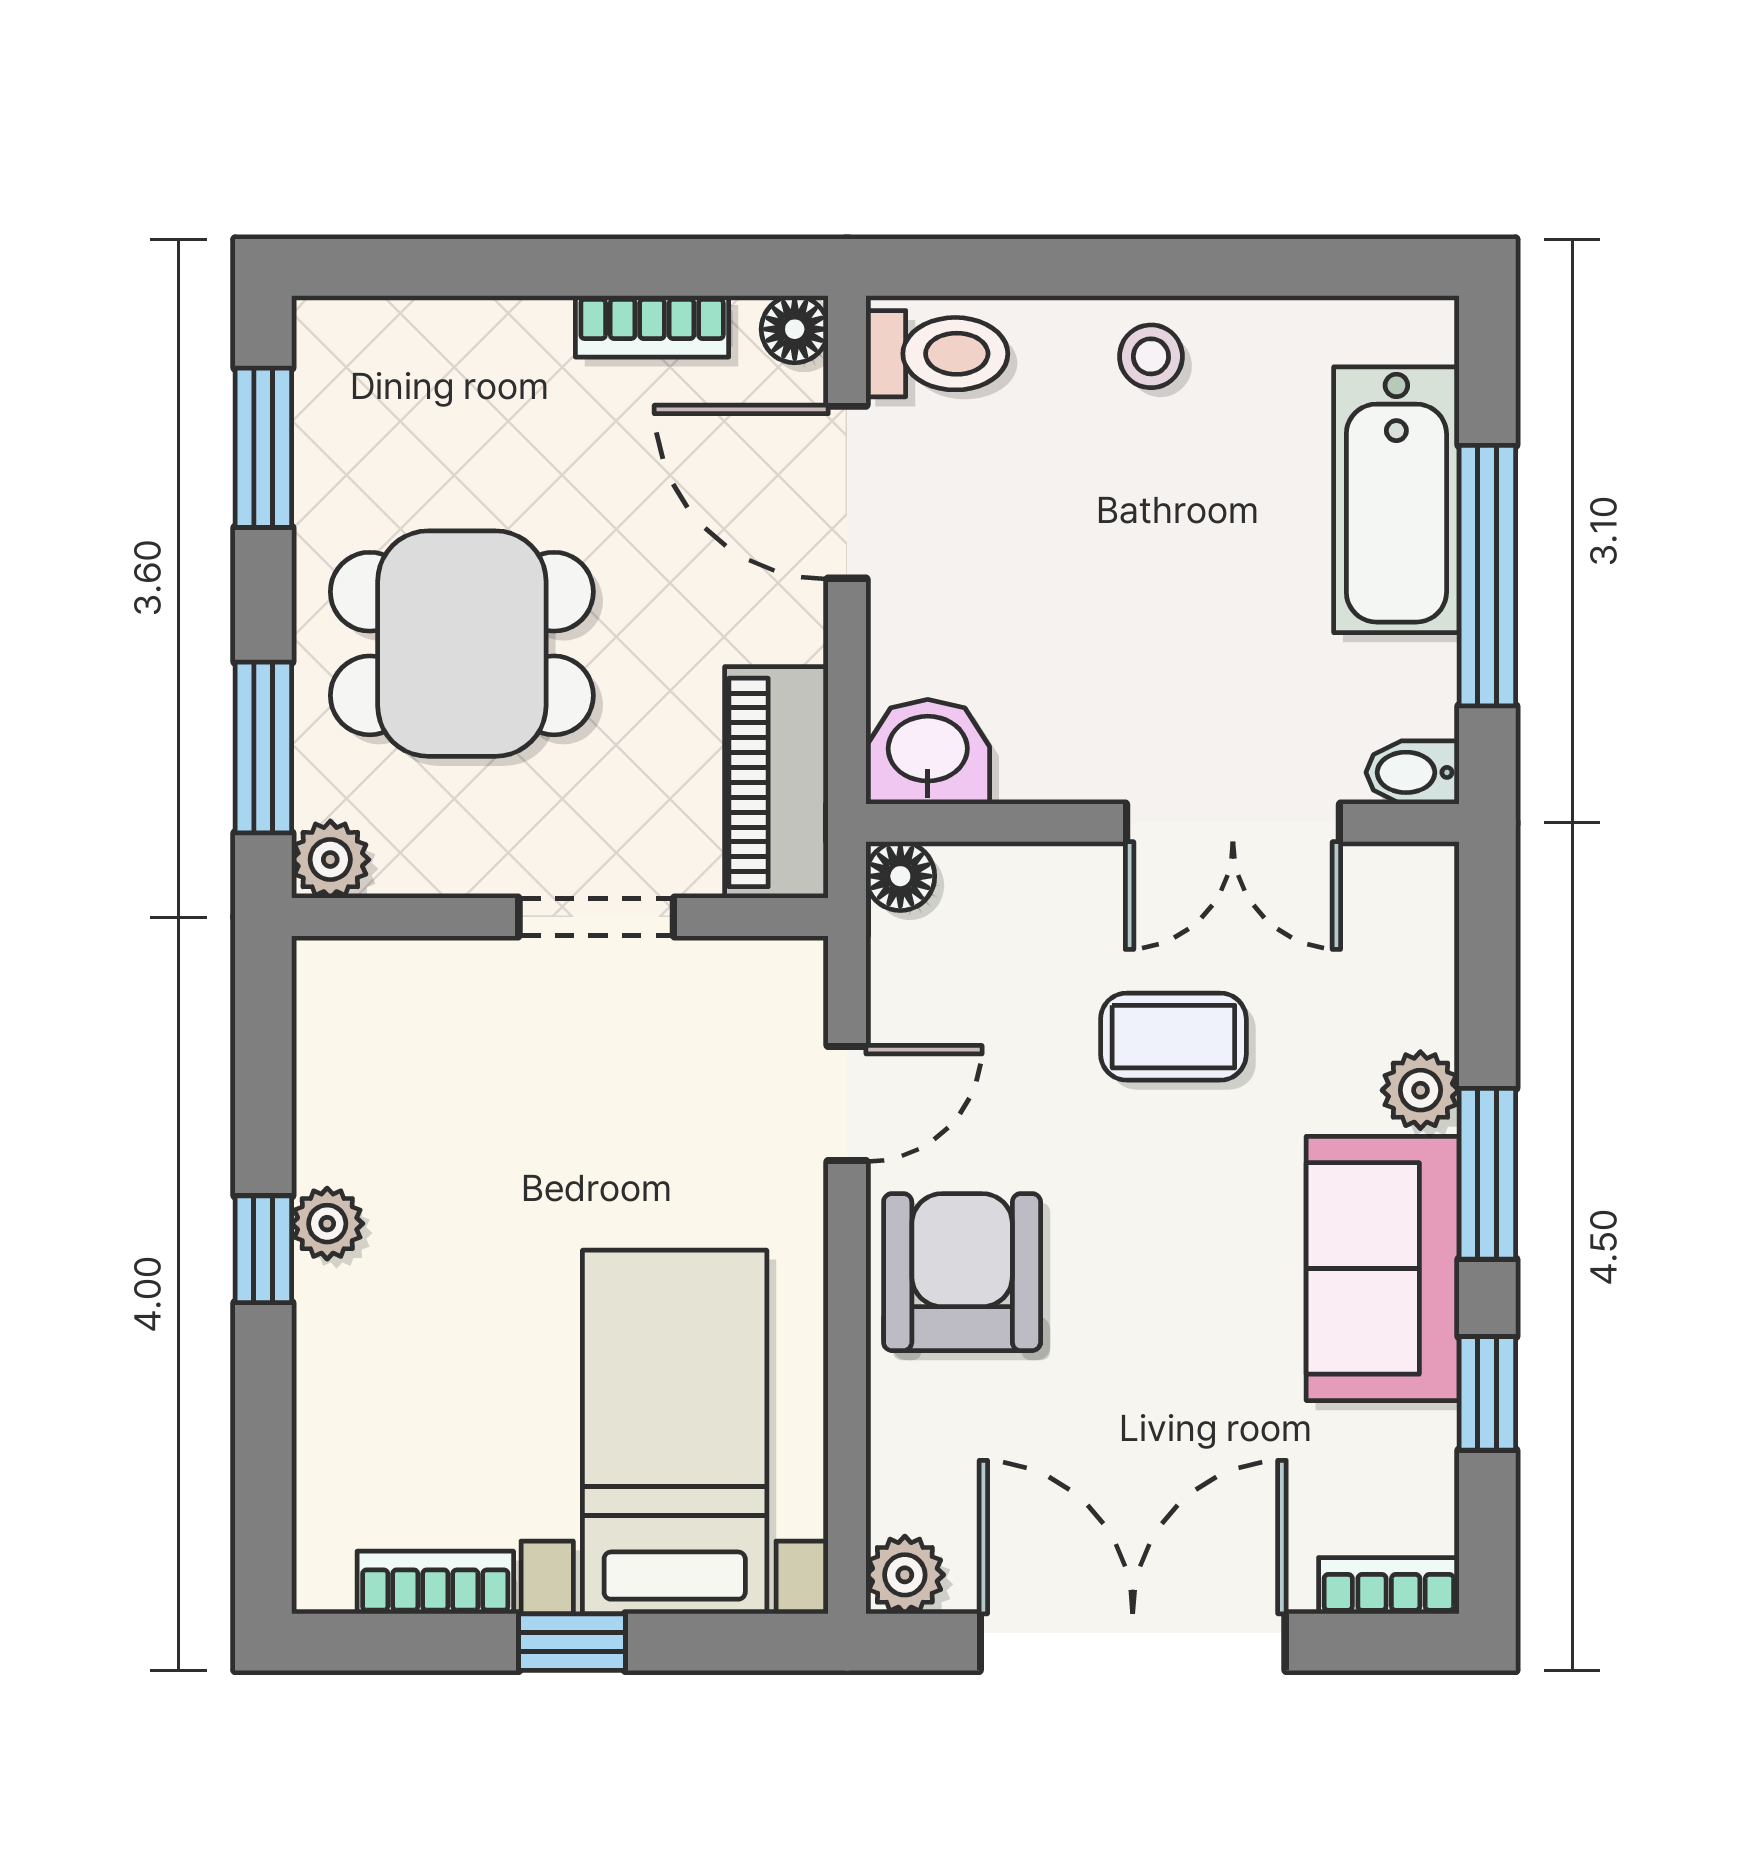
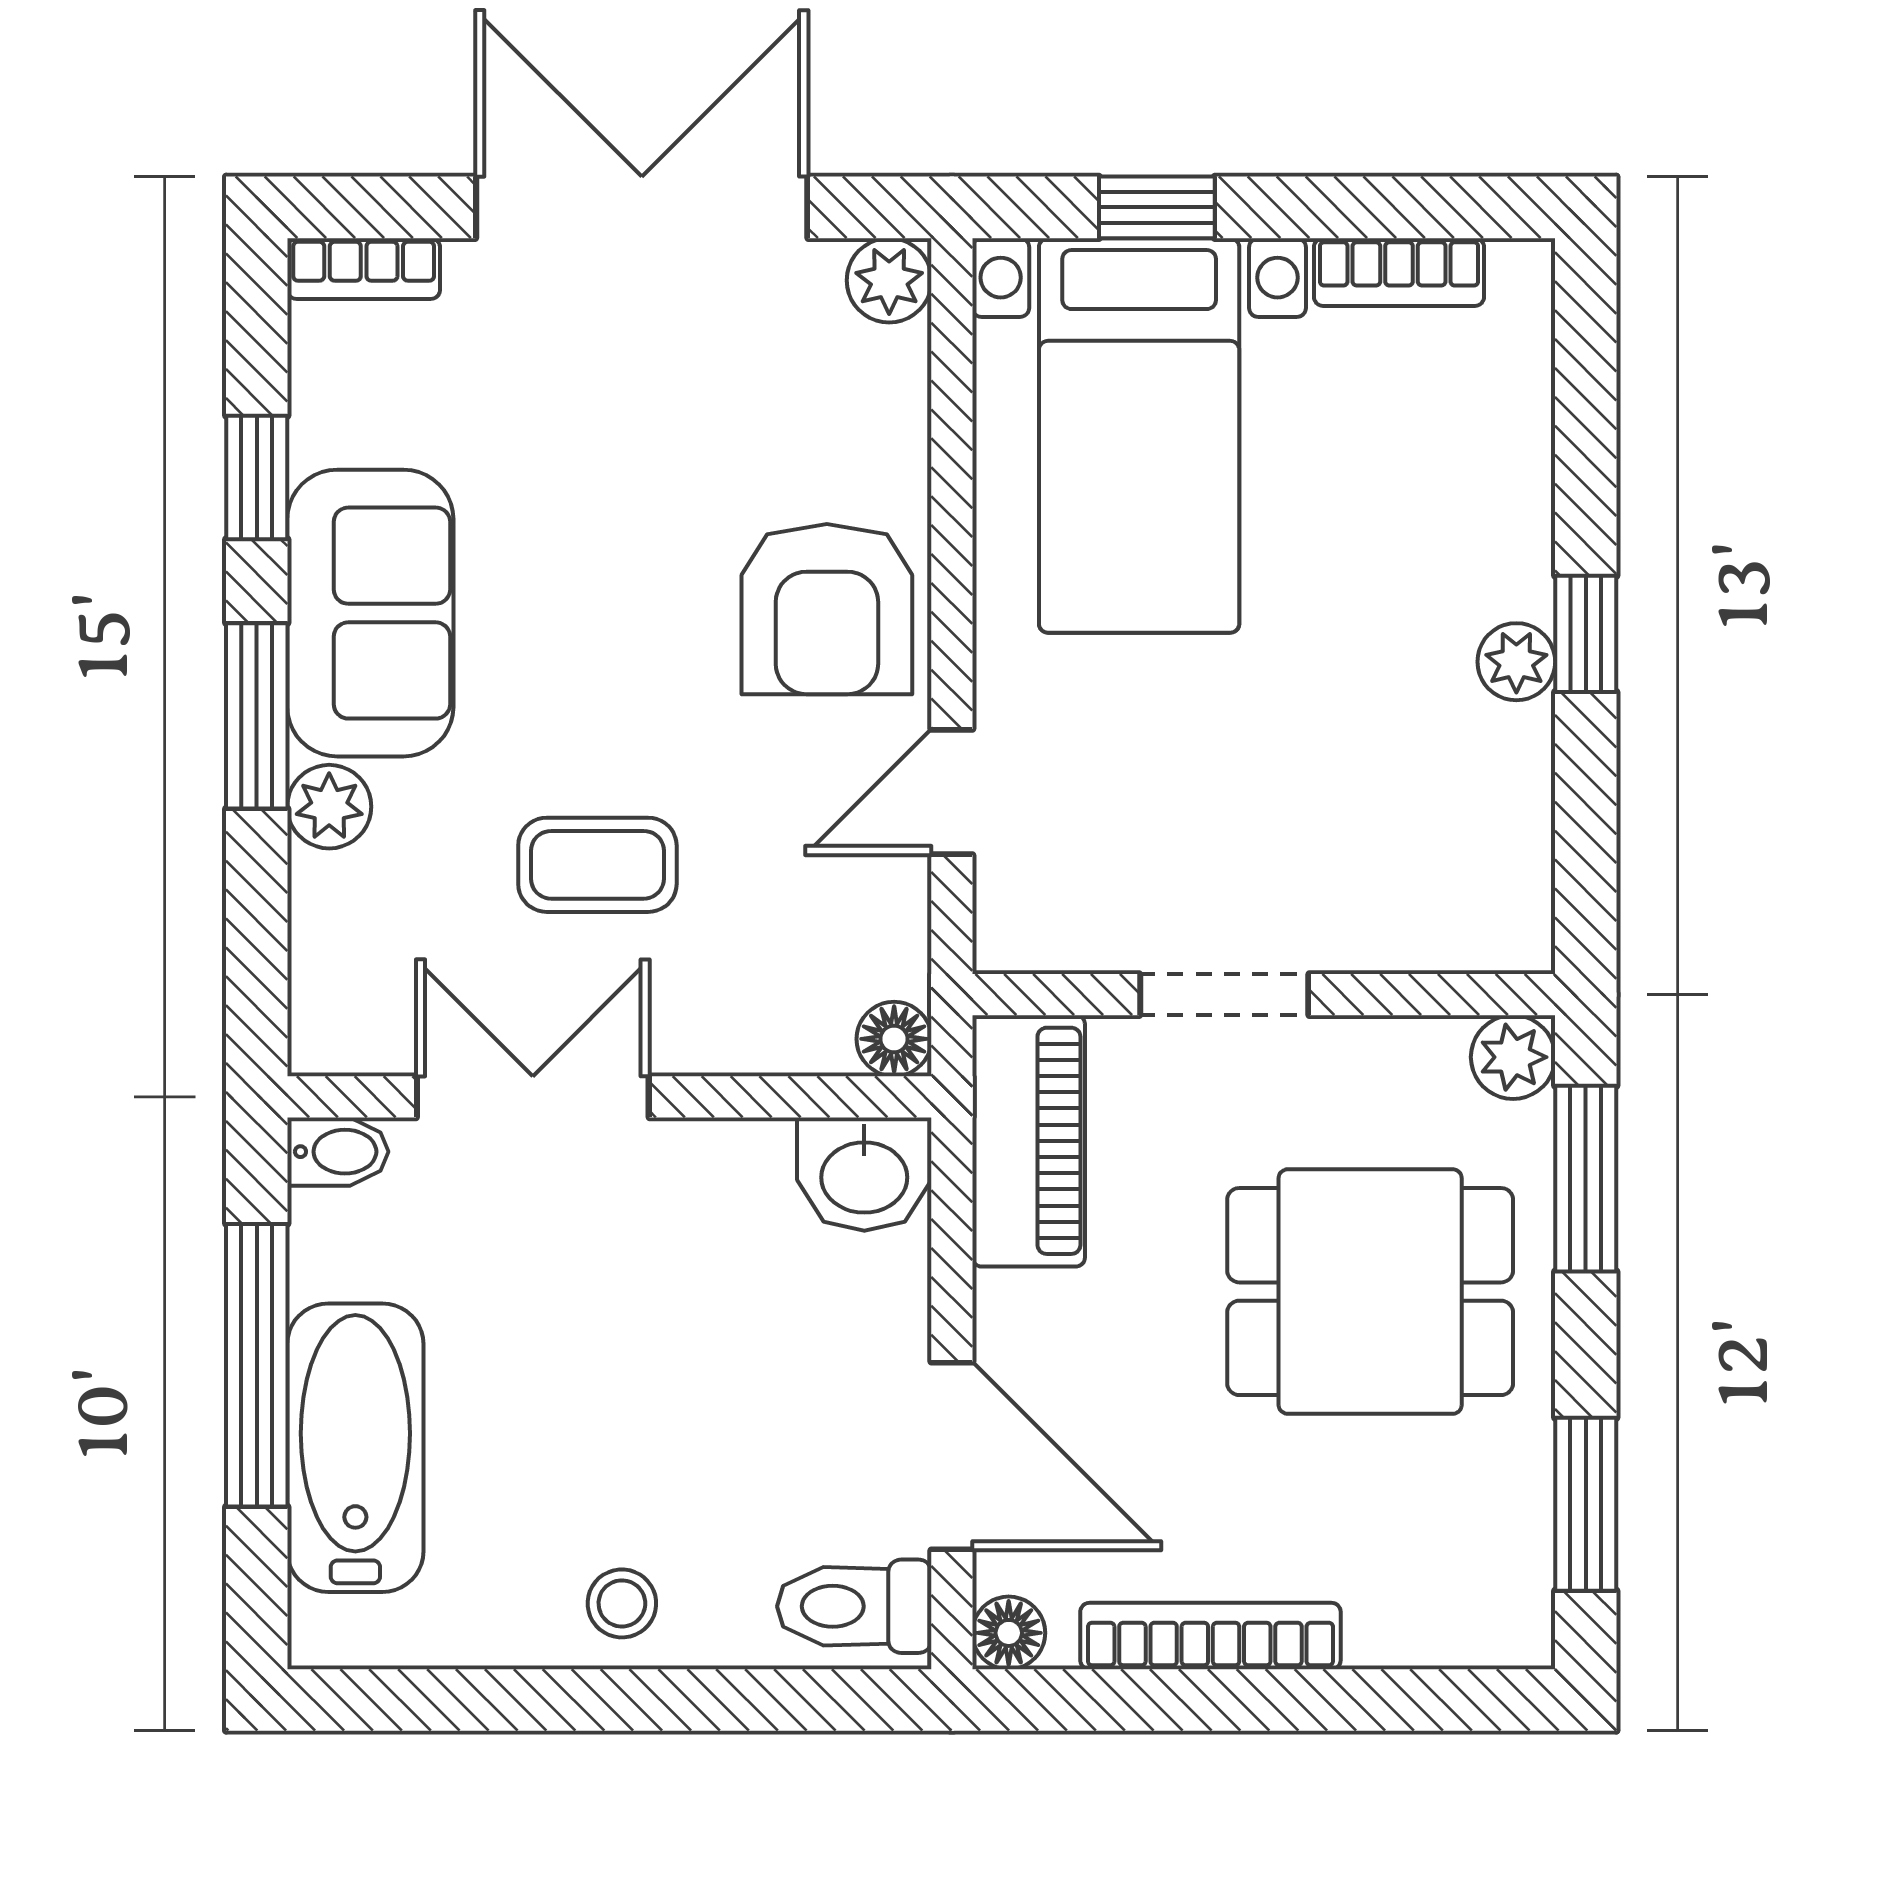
bookcase: (652, 326) -> (1210, 1636), width x1.56
window: (572, 1642) -> (1157, 207), moved
double door: (1133, 1642) -> (642, 207), swing flipped

